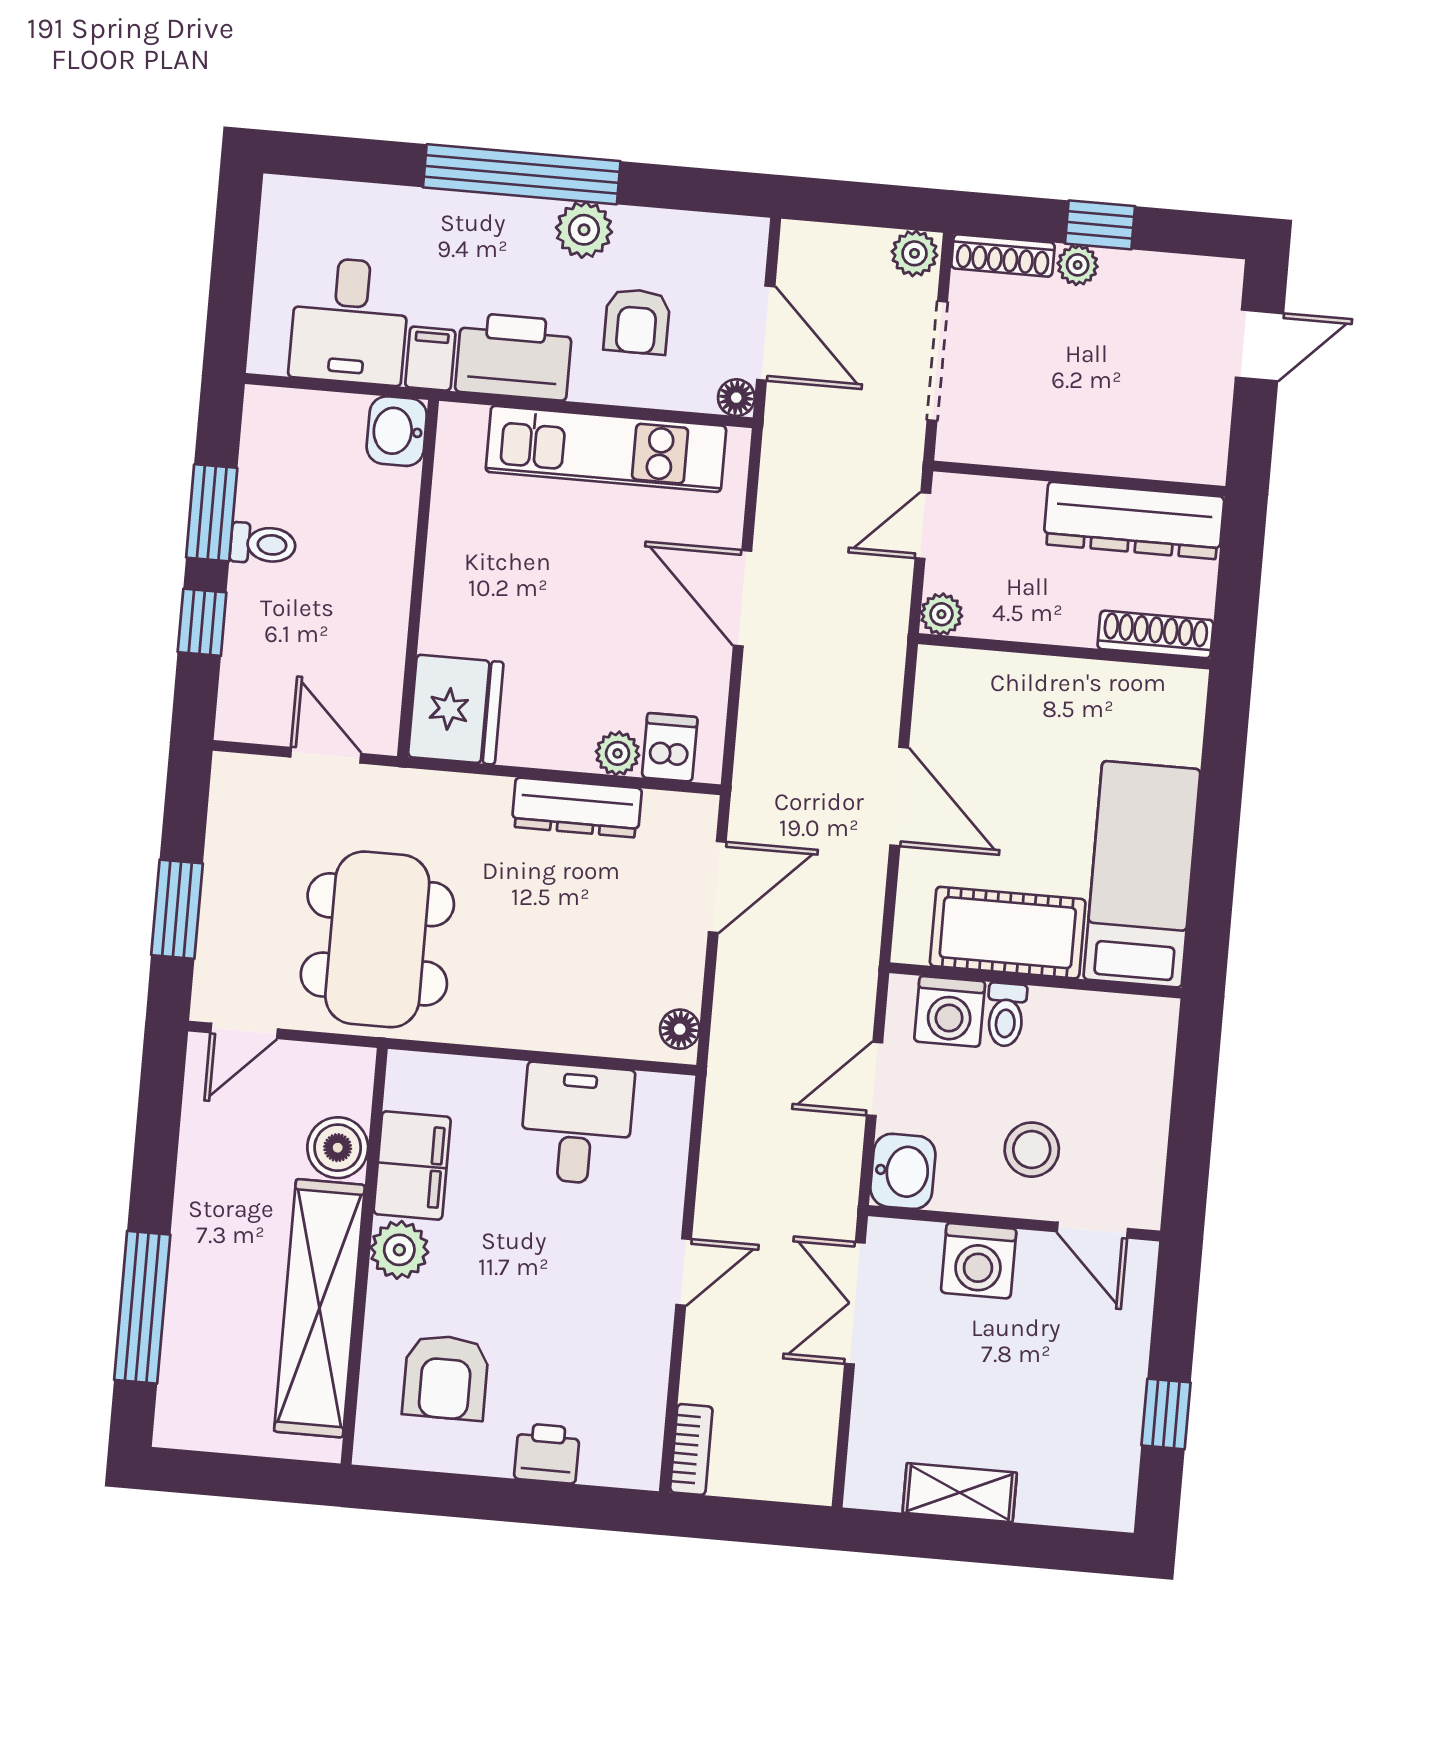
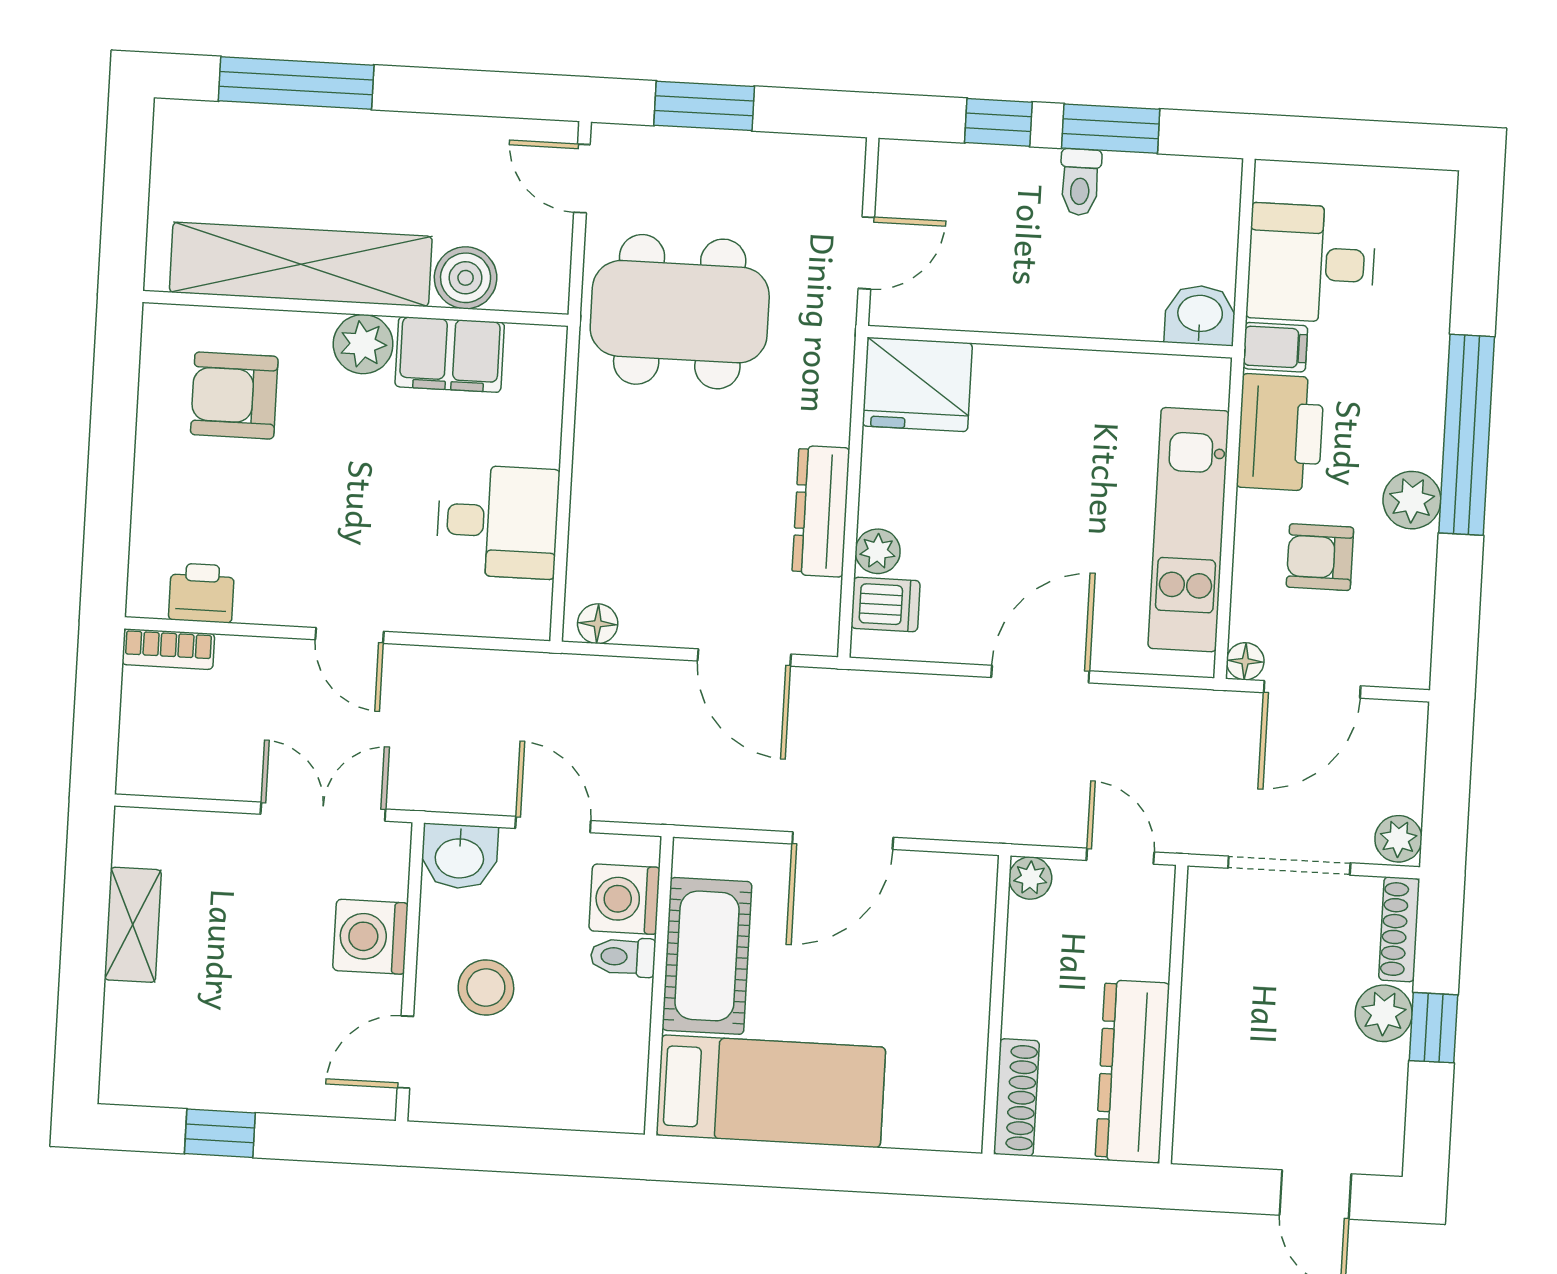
plant: (1078, 265) -> (1384, 1013), width x1.38, depth x1.38
printer: (547, 1453) -> (202, 593), moved, turned -90

